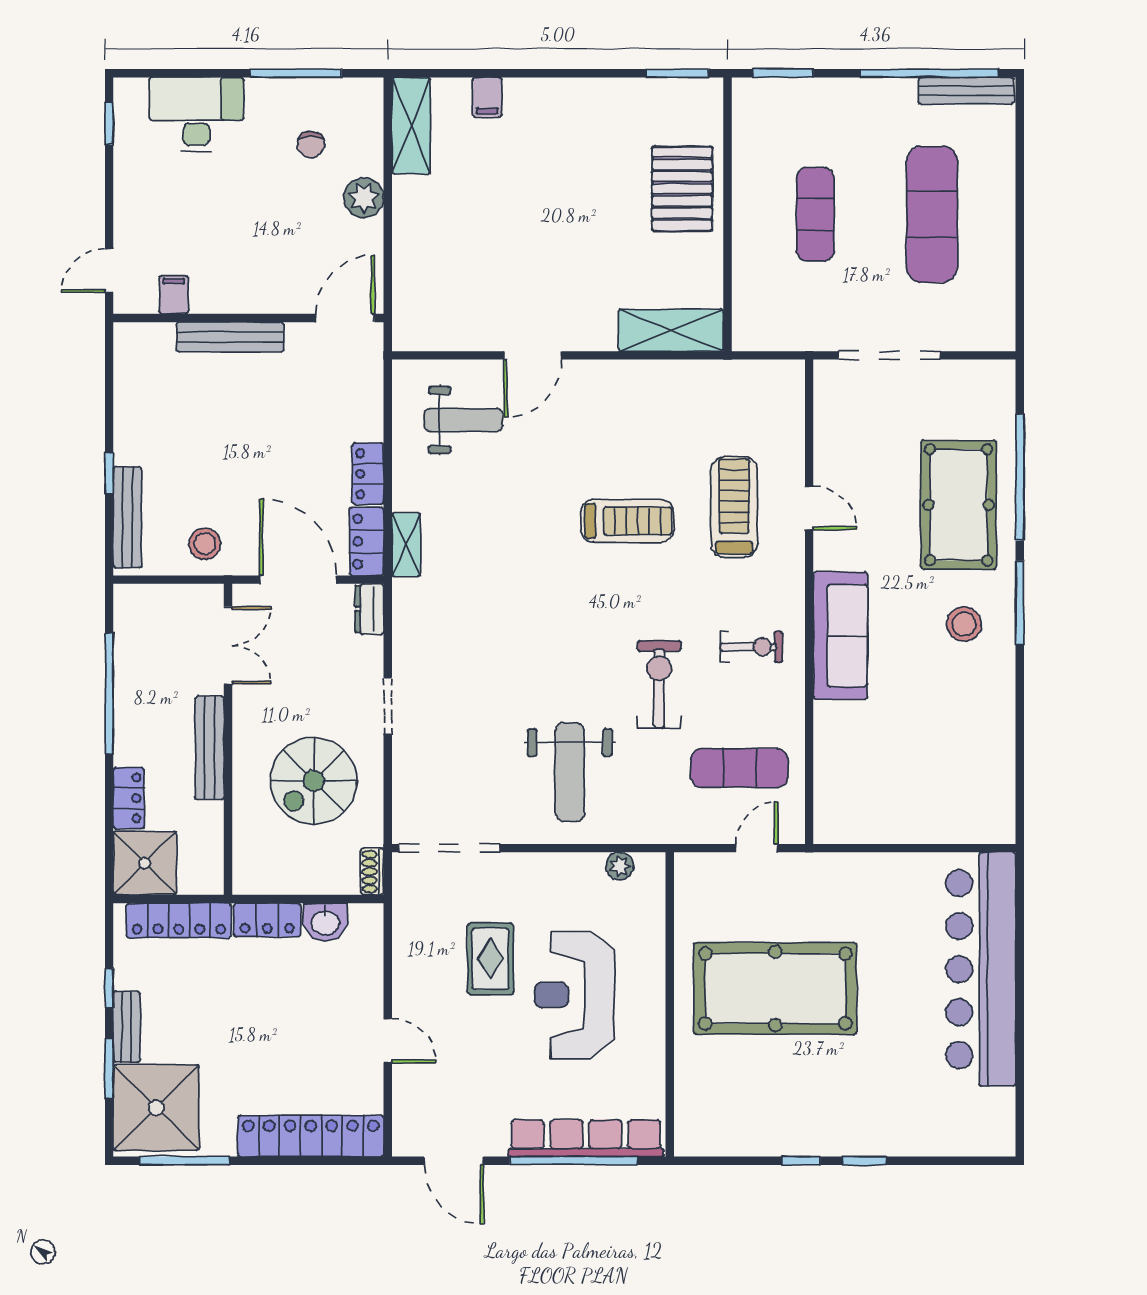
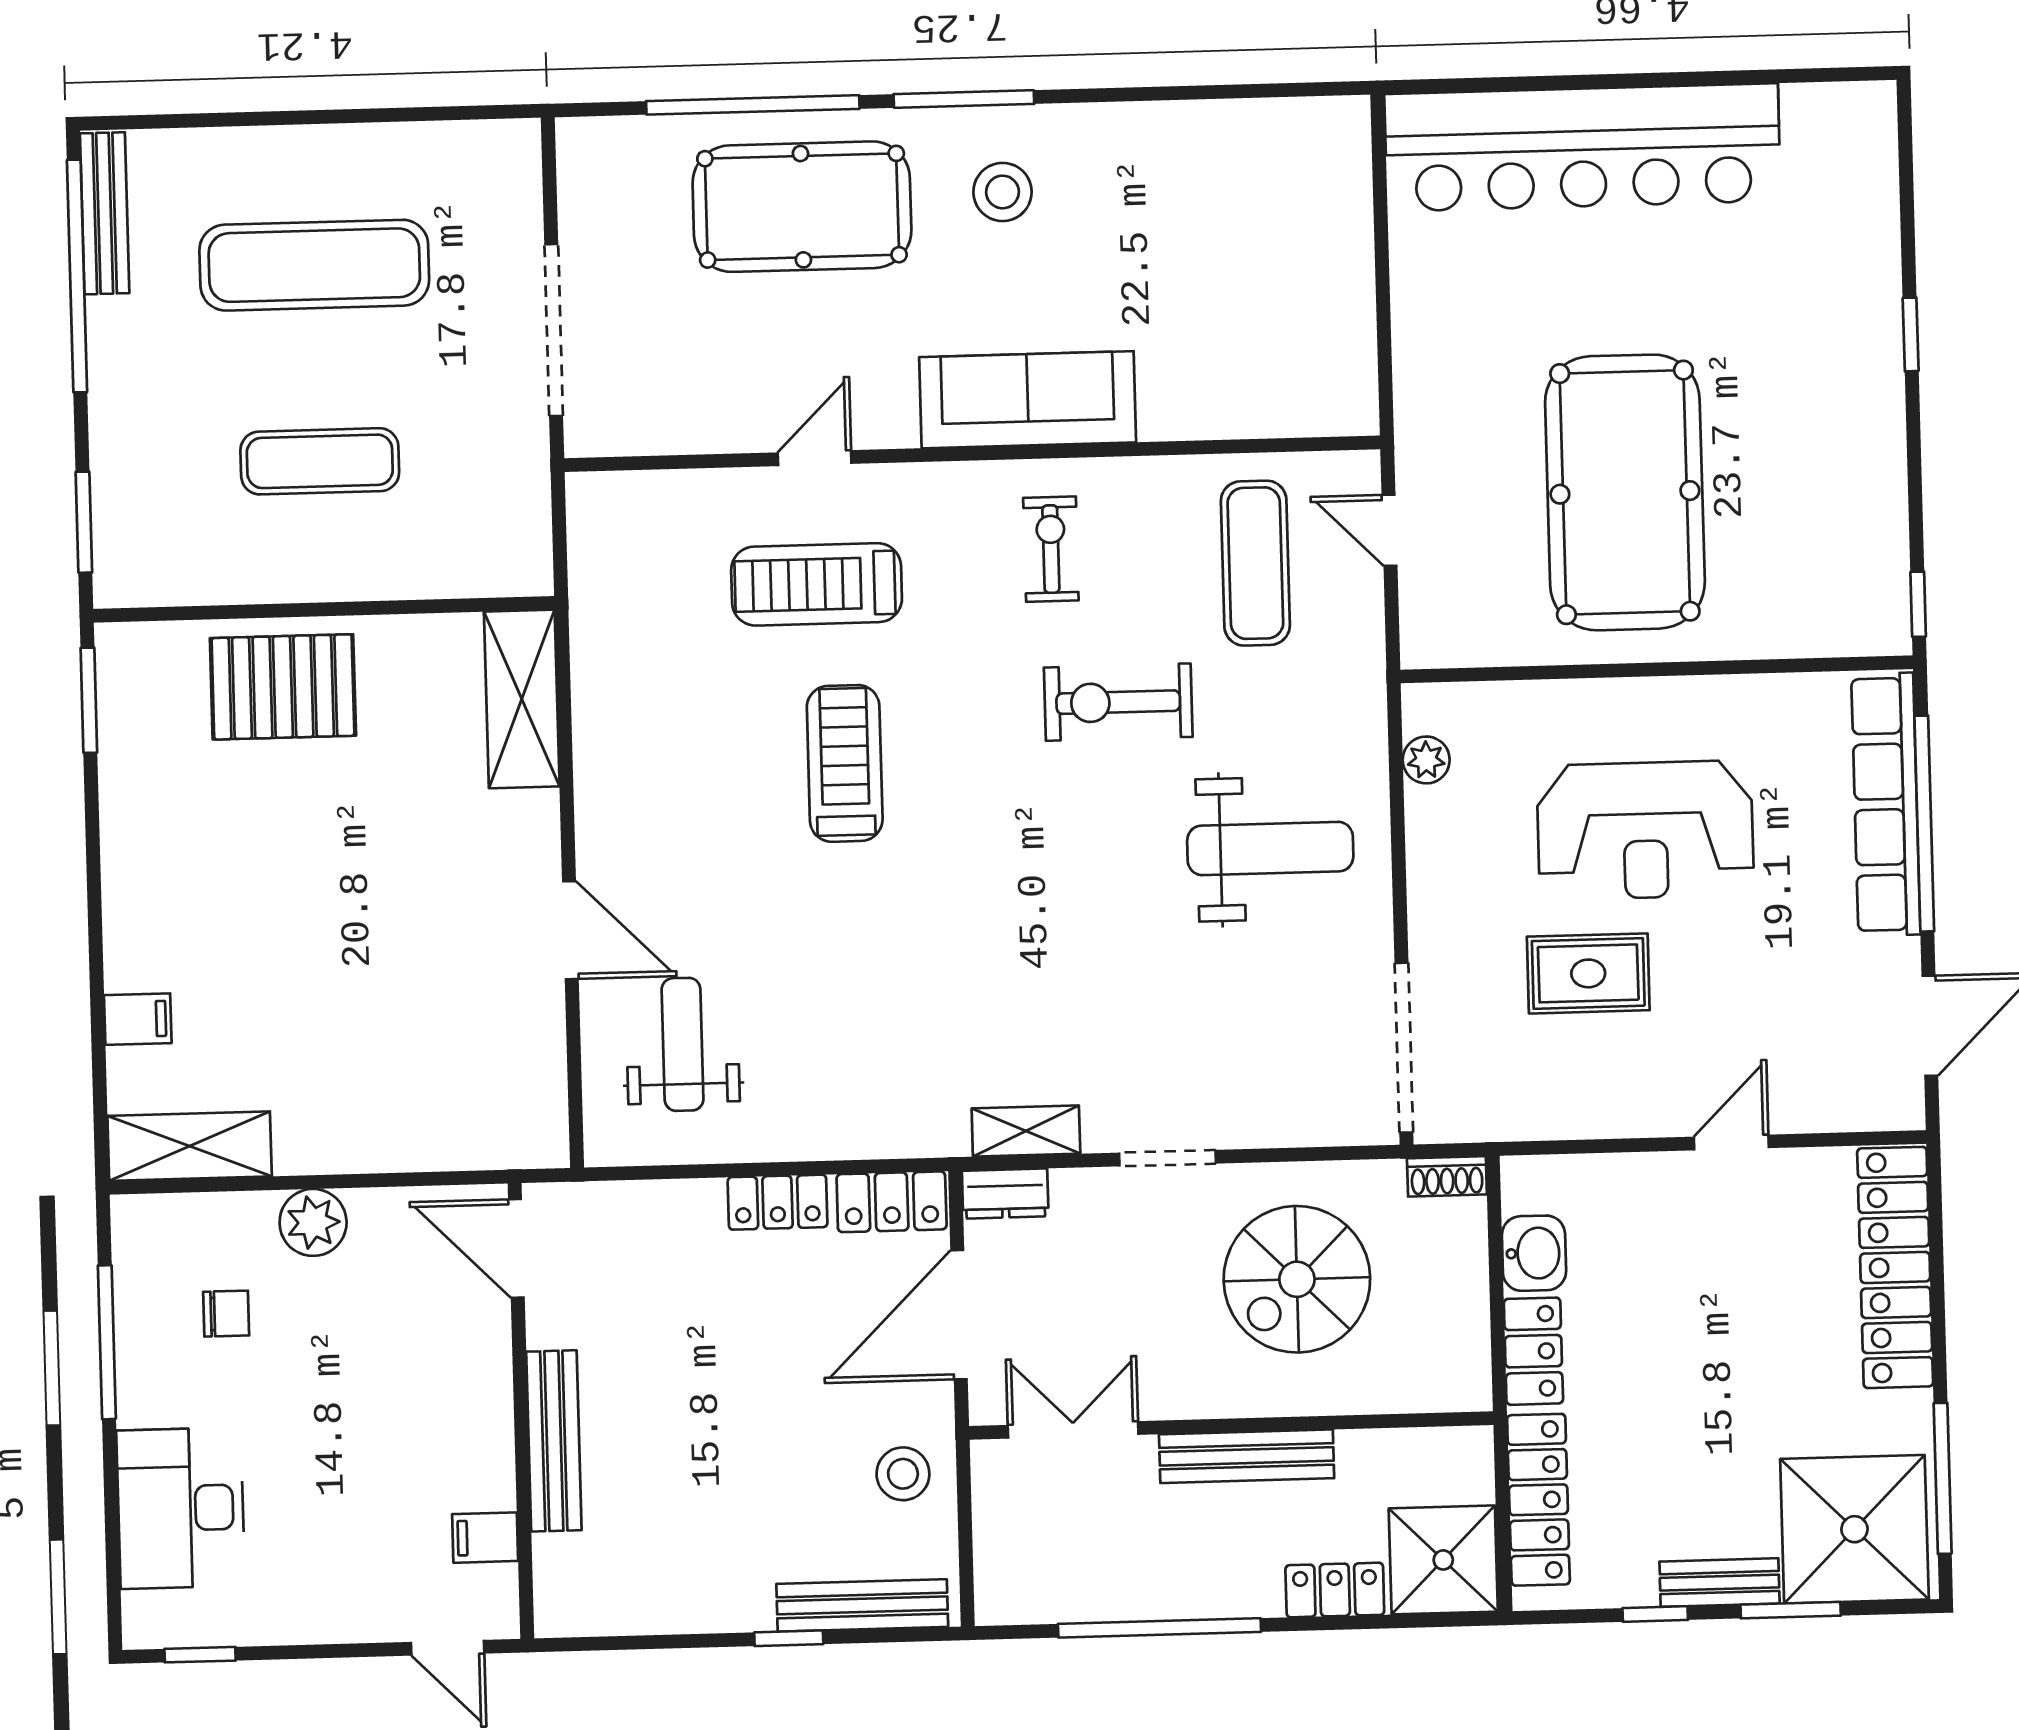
shelving: (406, 545) -> (1026, 1131), moved
spiral stairs: (314, 781) -> (1297, 1279), turned 90
window: (801, 1161) -> (1918, 604), moved

